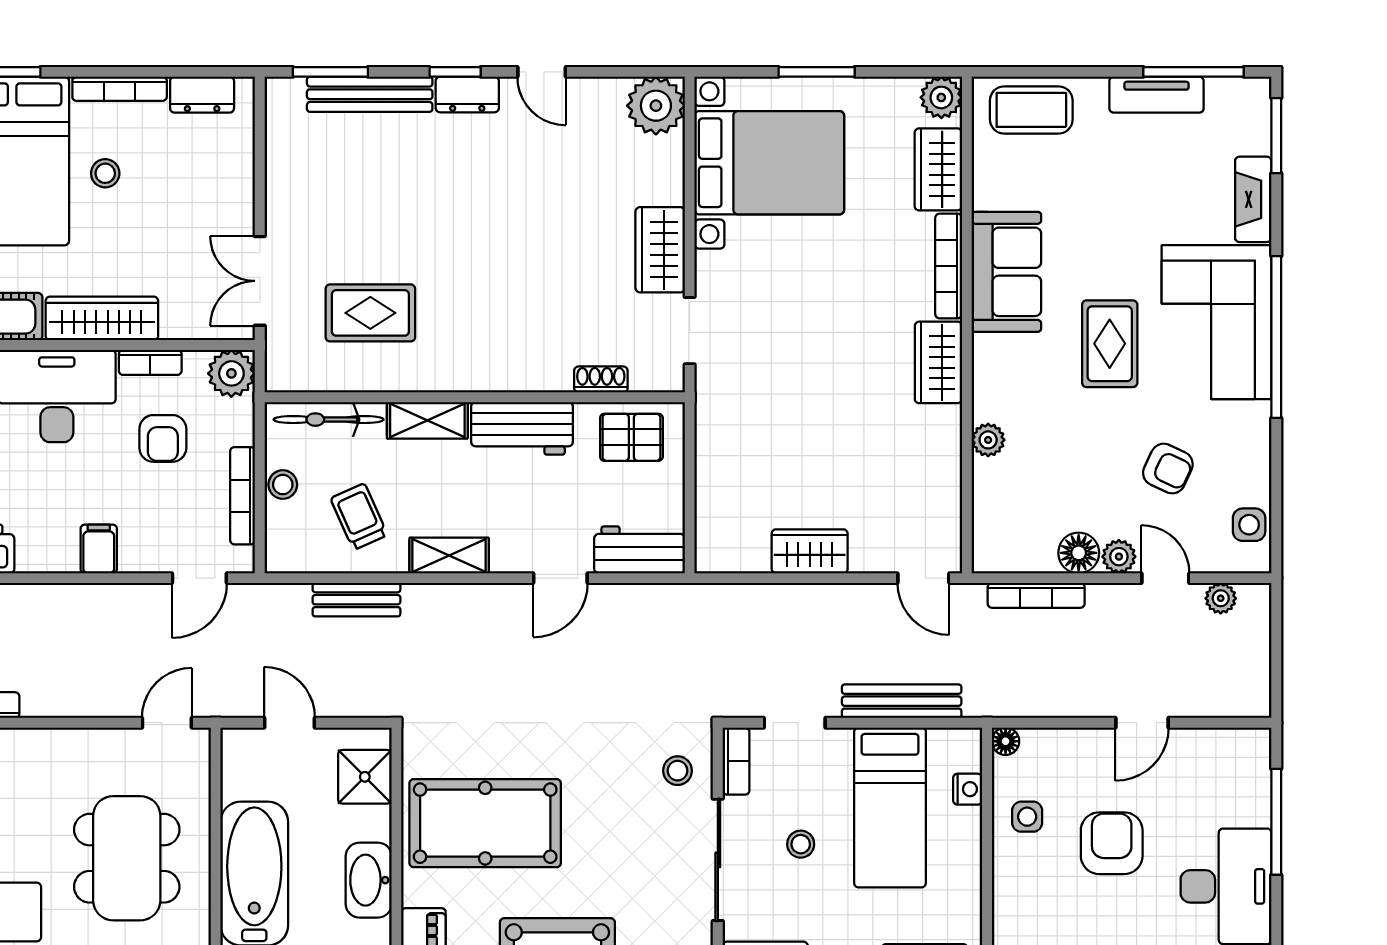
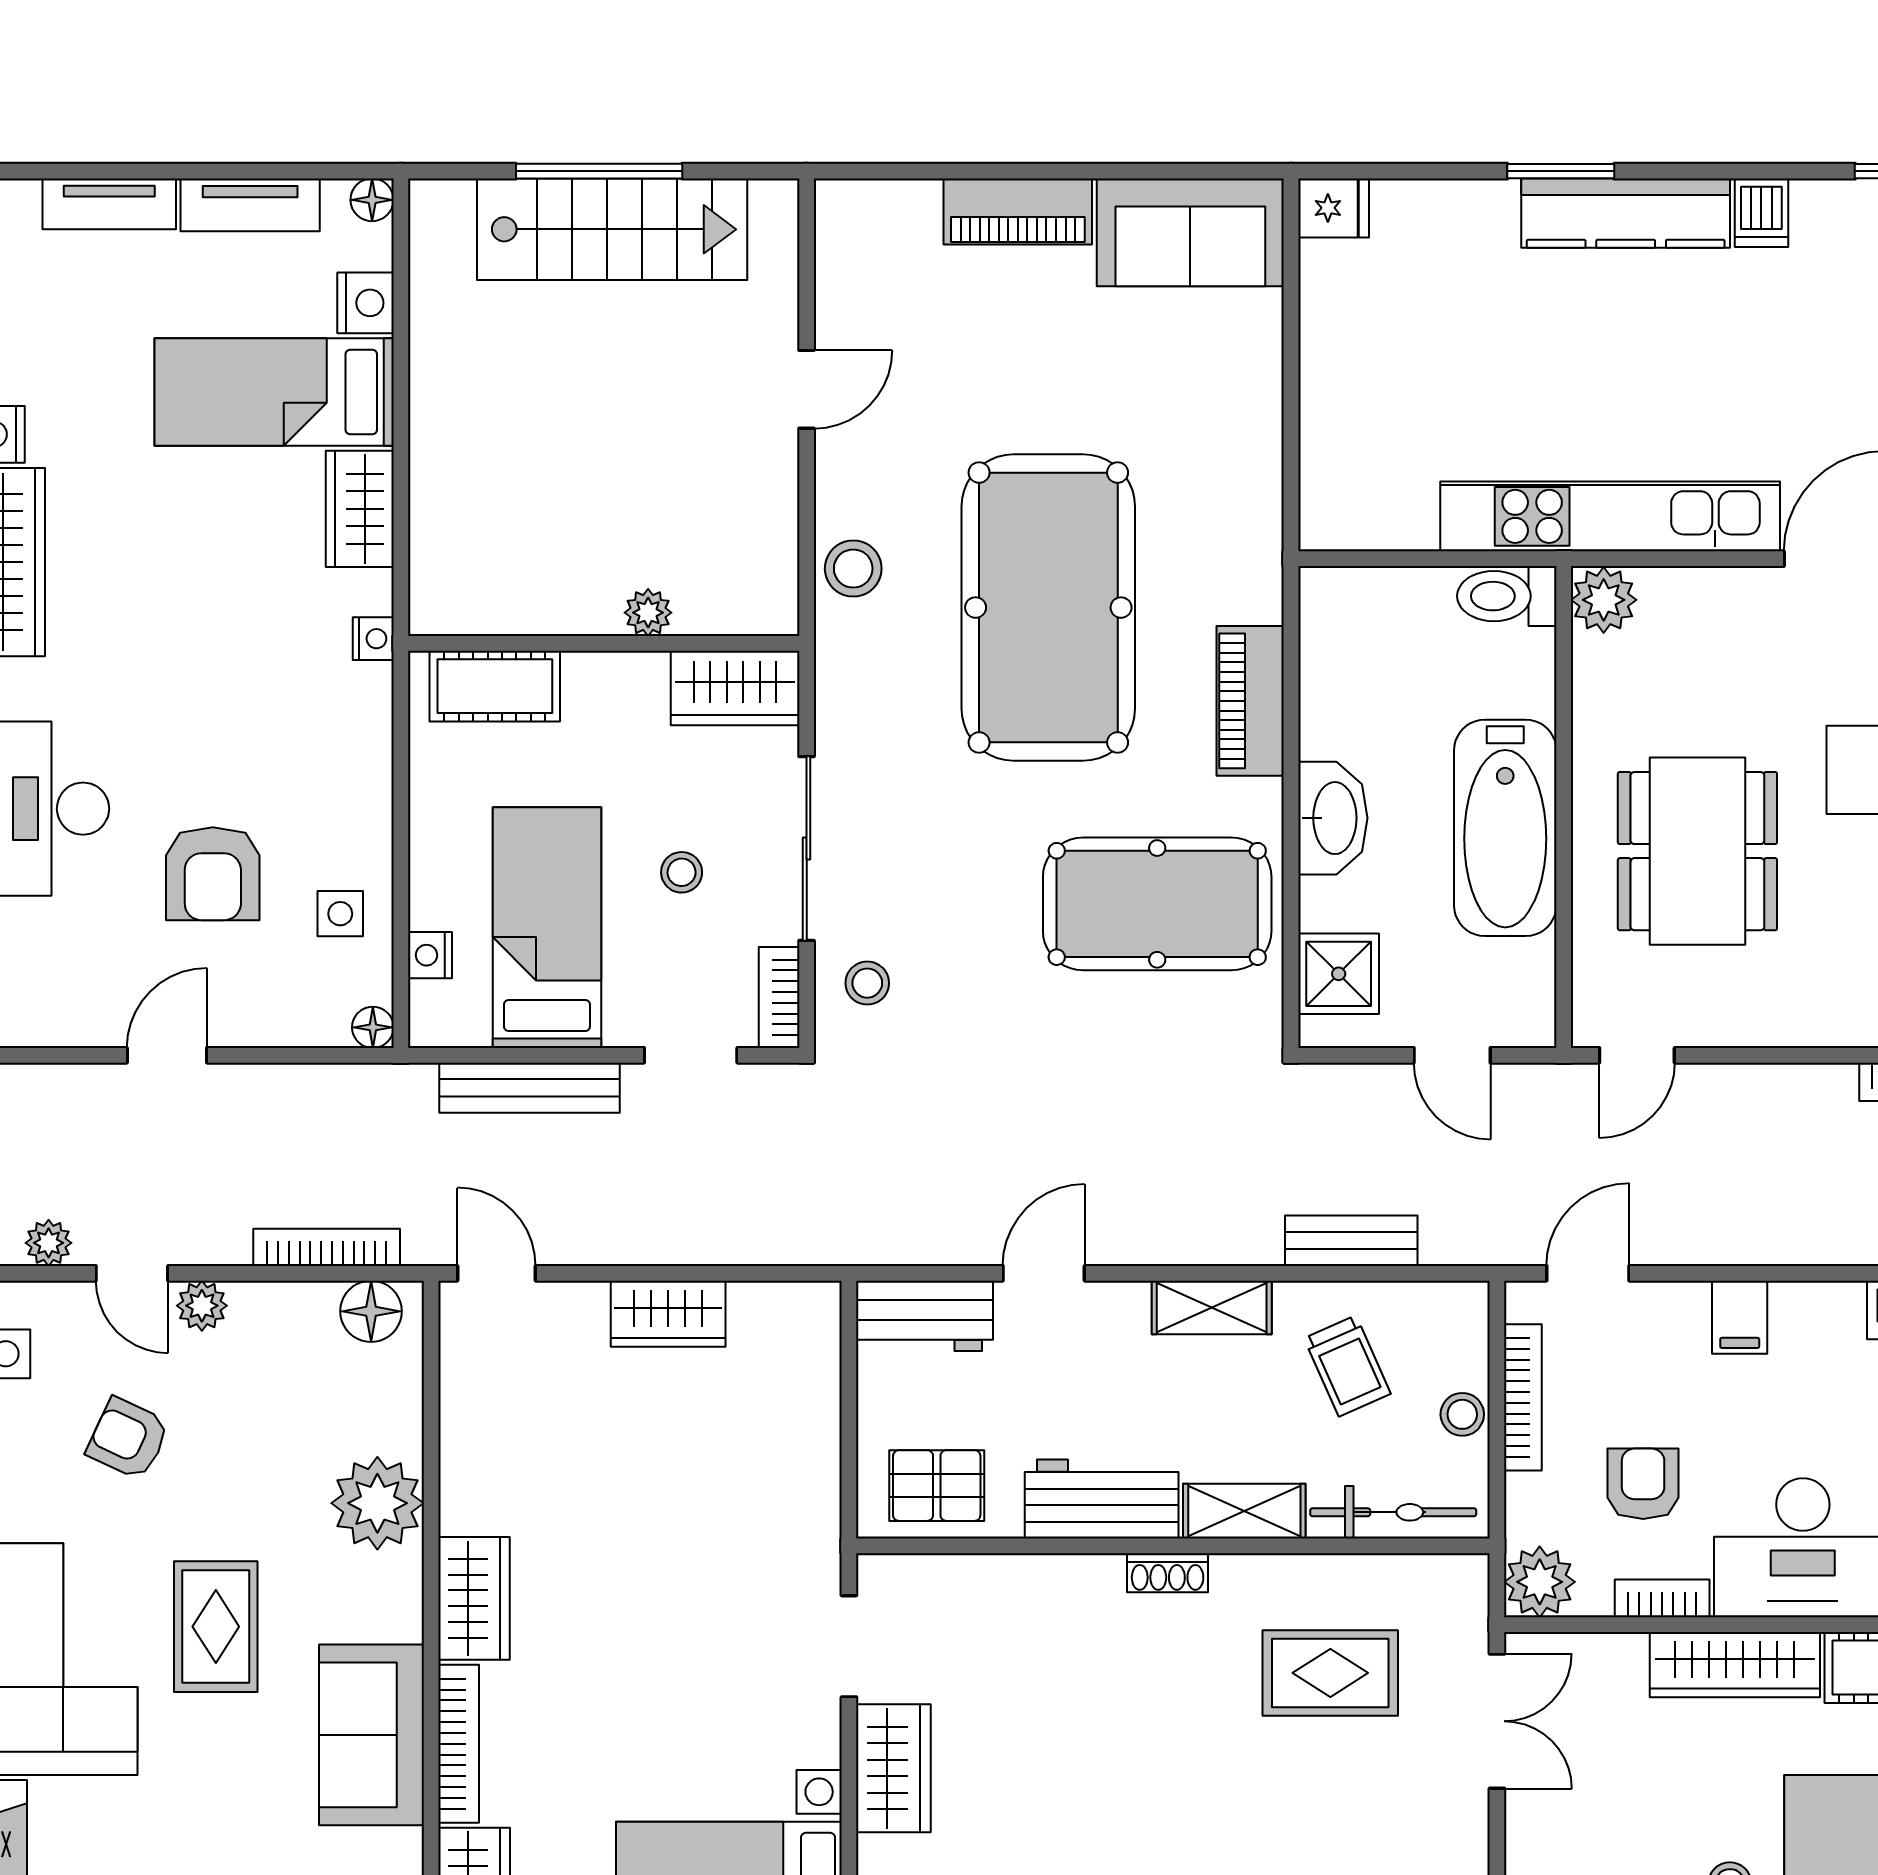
shoe rack: (601, 379) -> (1168, 1573), moved
plant: (988, 440) -> (377, 1503), width x1.88, depth x1.88
floor lamp: (1079, 553) -> (371, 1311), moved

